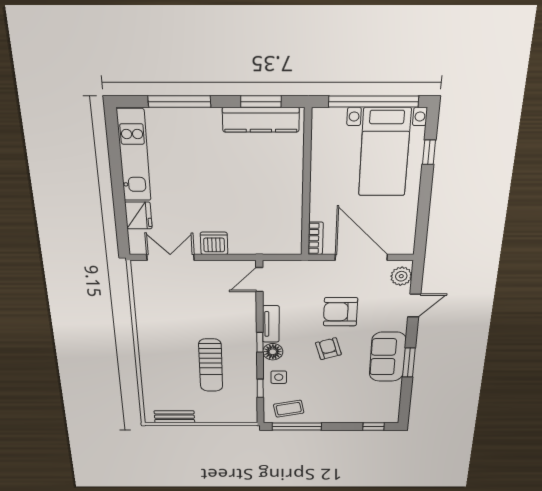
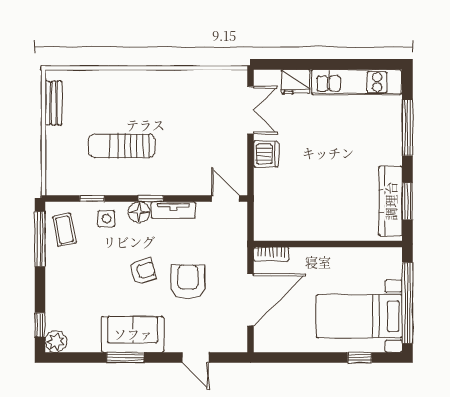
plant: (401, 276) -> (56, 342), moved

